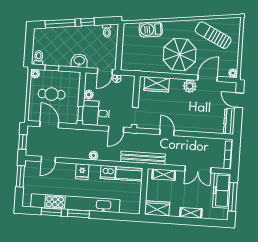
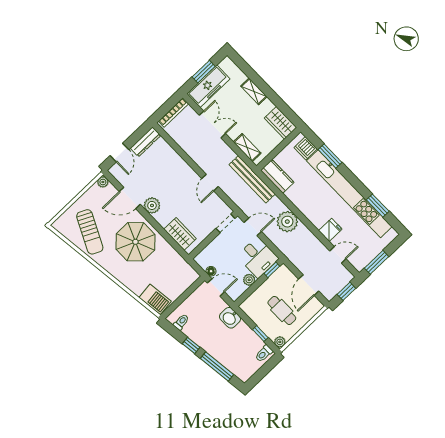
barbecue: (151, 29) -> (155, 299), moved
plant: (93, 155) -> (287, 222), width x1.88, depth x1.88
fridge: (82, 172) -> (330, 230), moved
dishwasher: (108, 172) -> (306, 148), moved, turned 180
window: (233, 197) -> (204, 72), width x0.69
window: (79, 214) -> (330, 156), moved

